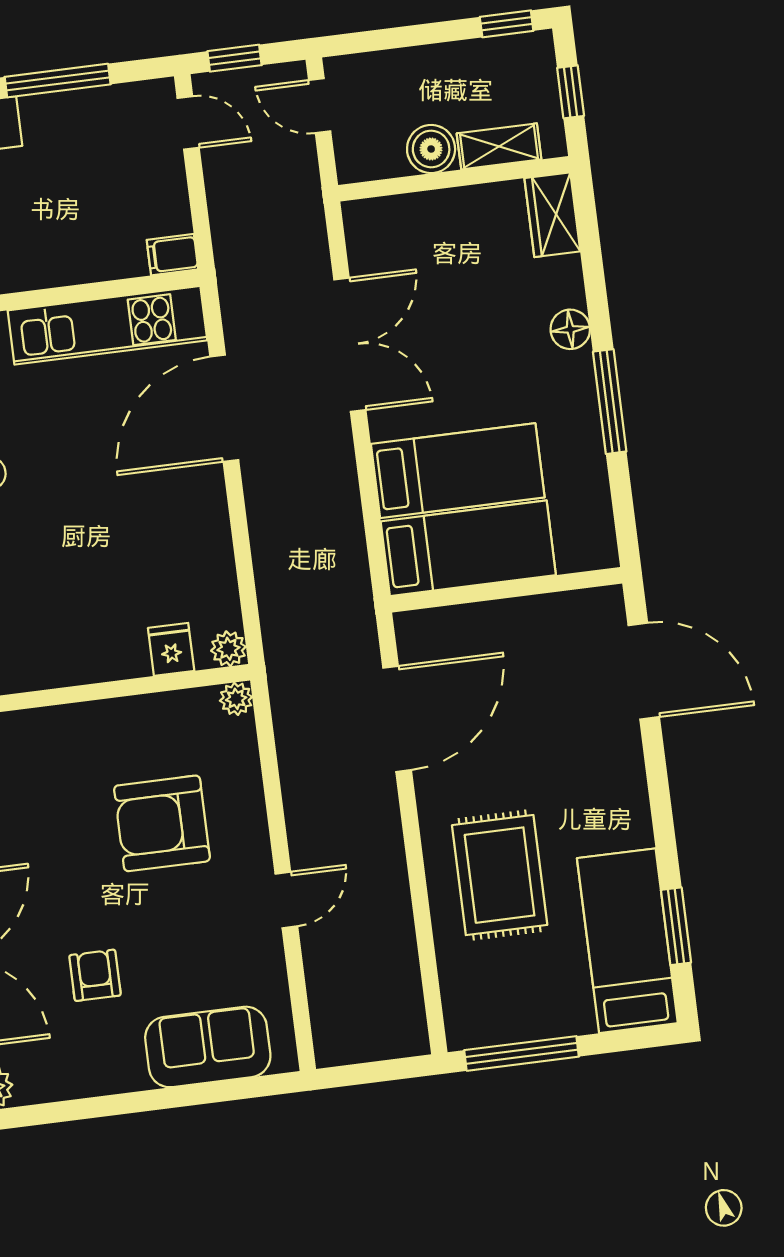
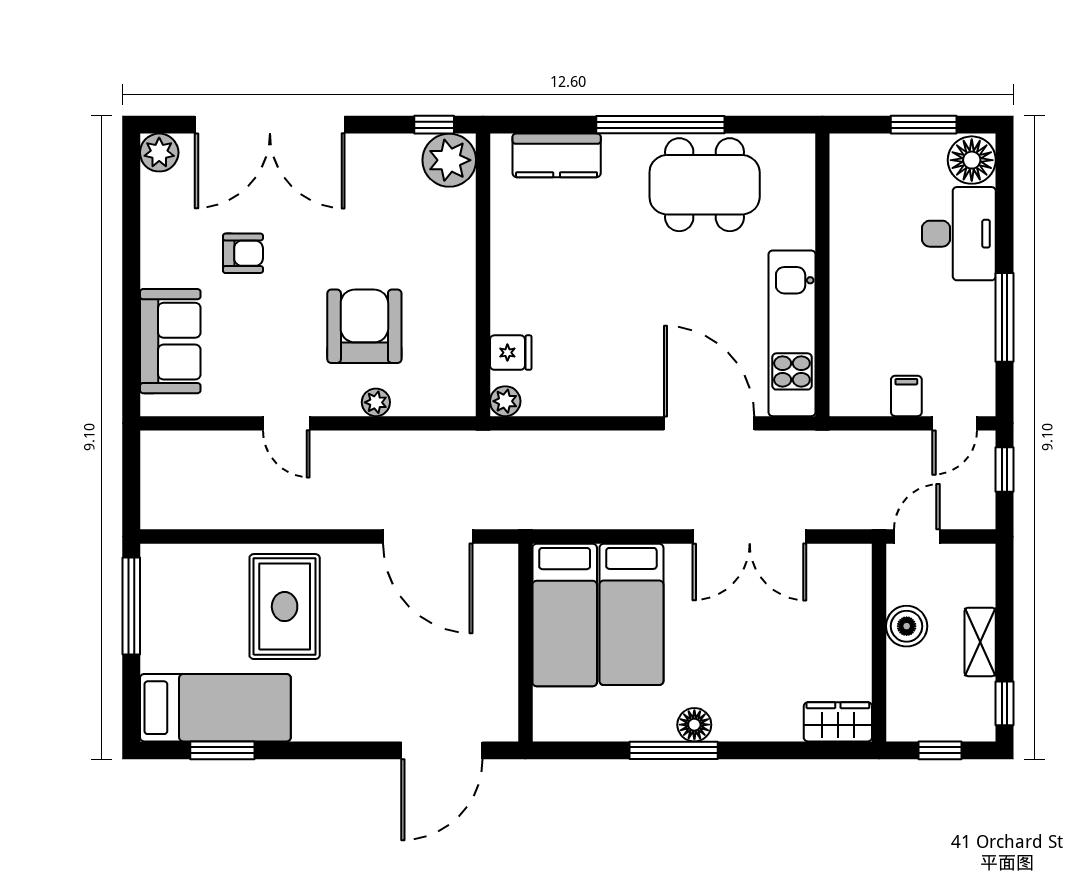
door: (320, 106) -> (917, 536), moved
shelving: (499, 146) -> (980, 642), moved
filing cabinet: (172, 255) -> (906, 396), moved
floor lamp: (570, 329) -> (694, 725), moved
plant: (236, 699) -> (376, 402), moved
rug: (500, 875) -> (285, 607), turned 90

